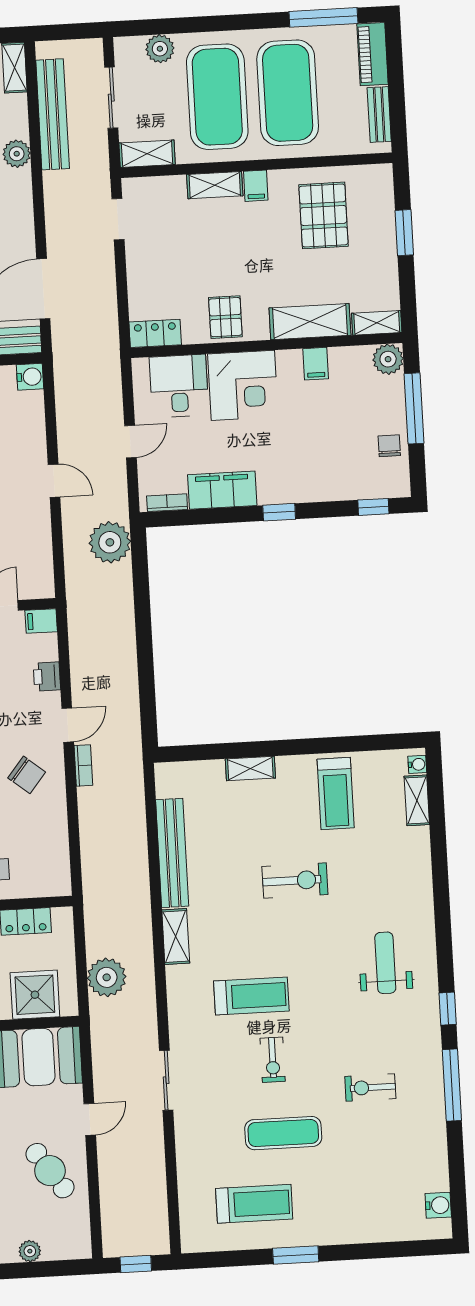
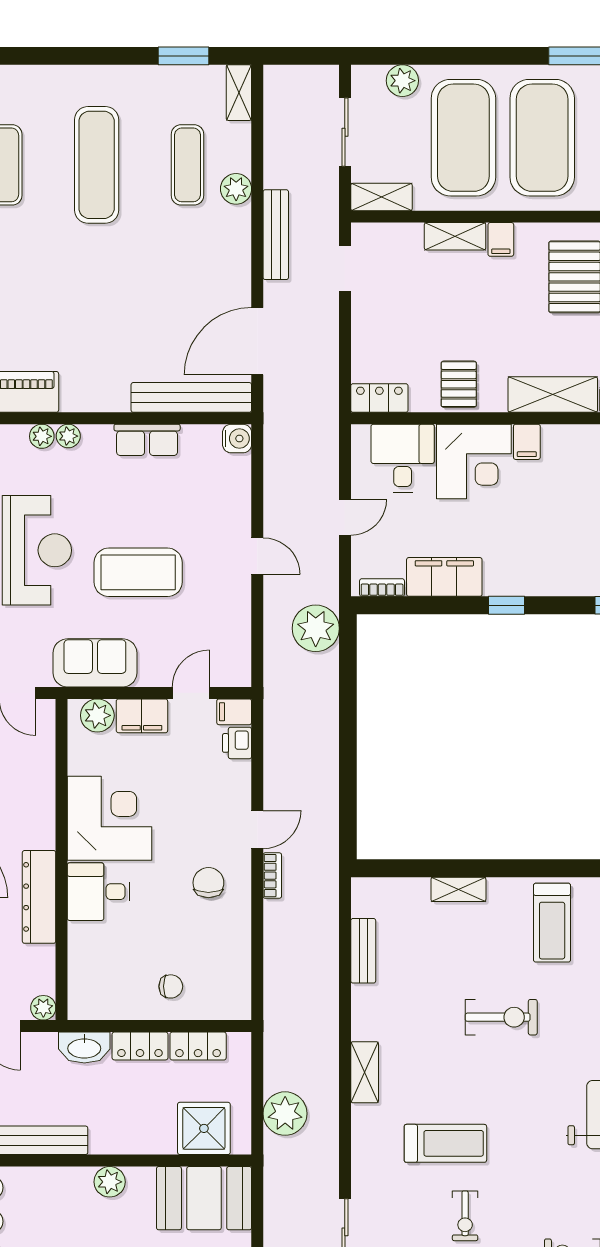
bench: (53, 114) -> (276, 235), moved, width x0.73, depth x0.82
filing cabinet: (316, 364) -> (527, 442), moved
printer: (47, 676) -> (237, 743), moved
chair: (27, 775) -> (208, 883), turned -129
bench: (172, 853) -> (363, 951), width x0.54, depth x0.82

